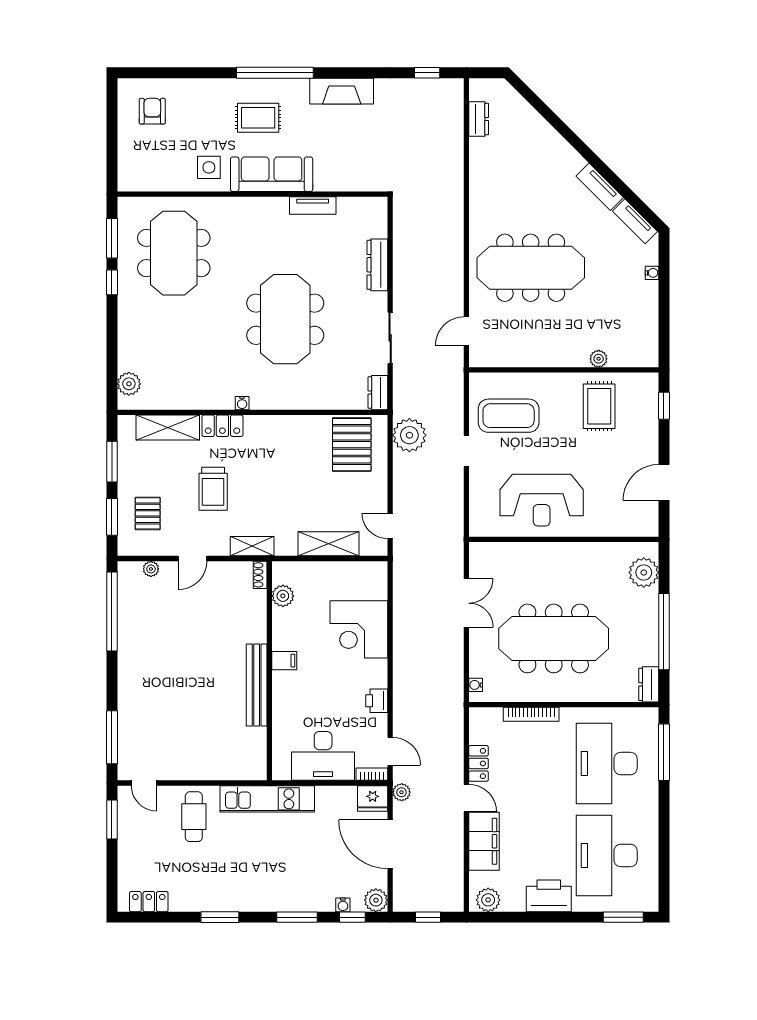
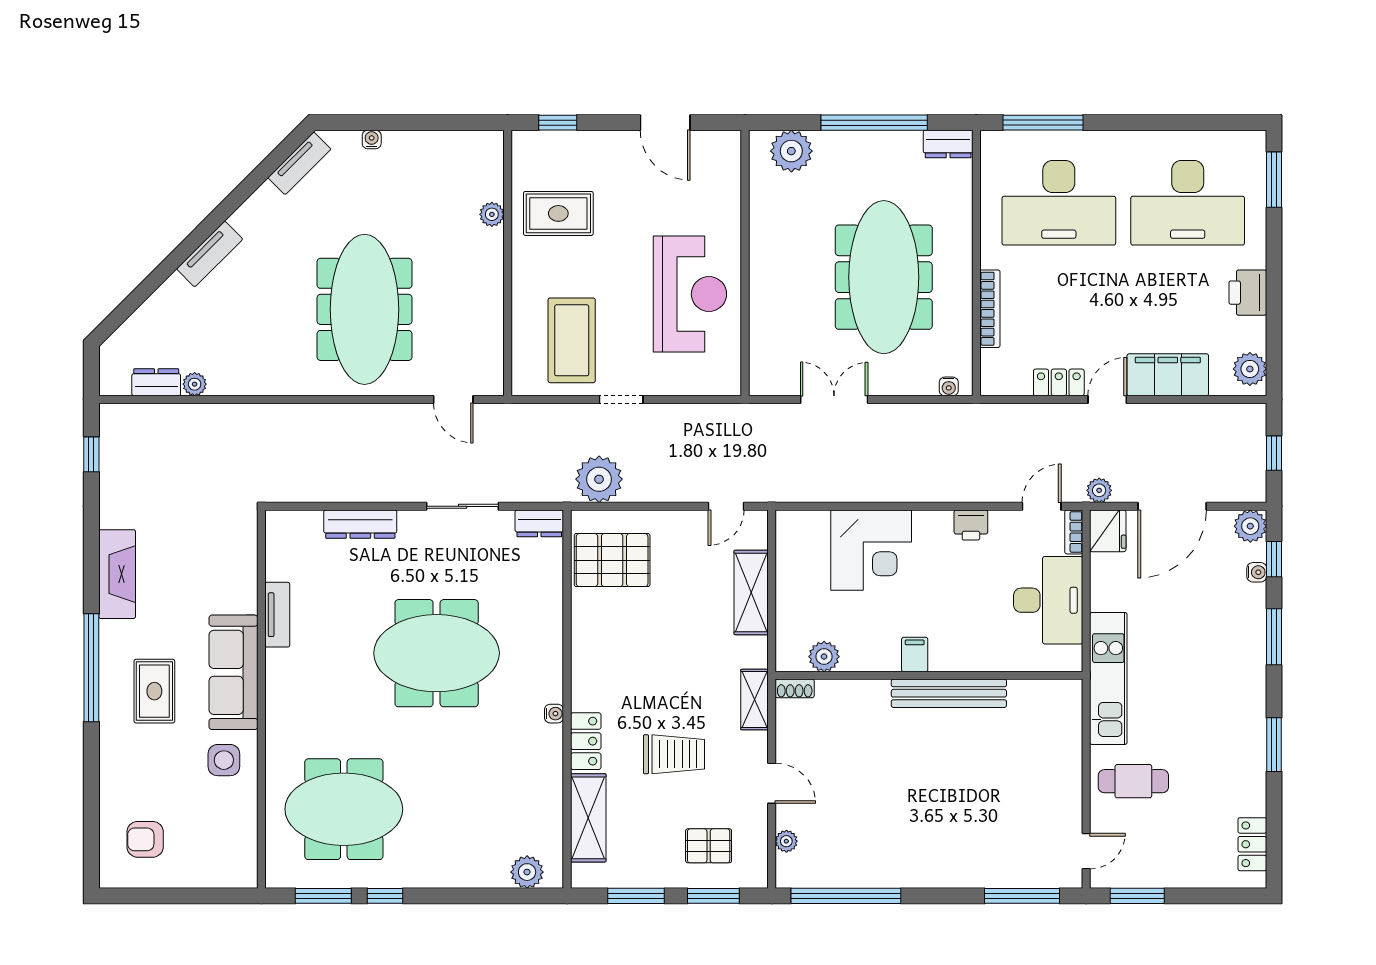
plant: (477, 146) -> (195, 384), added
tv unit: (600, 187) -> (210, 254), moved
printer: (549, 896) -> (1248, 293), width x0.73, depth x0.84

